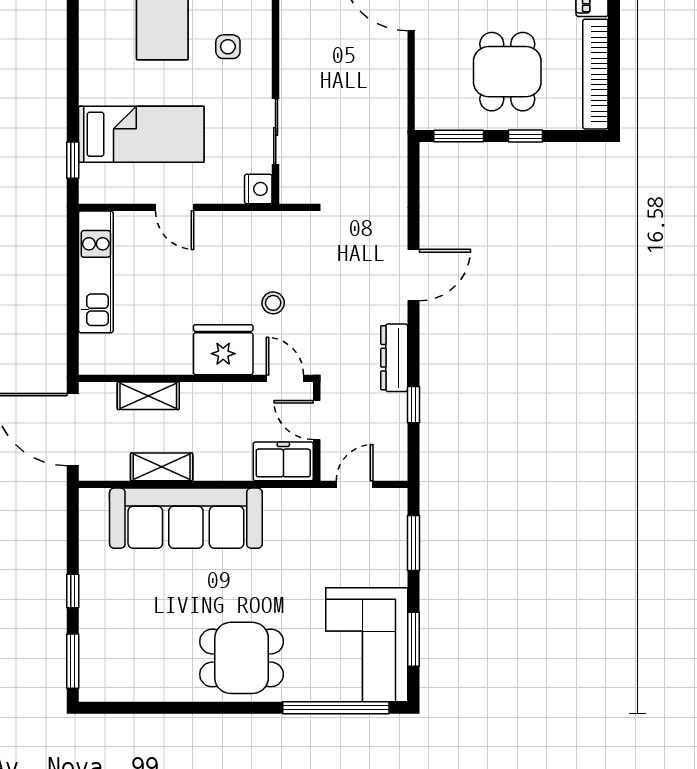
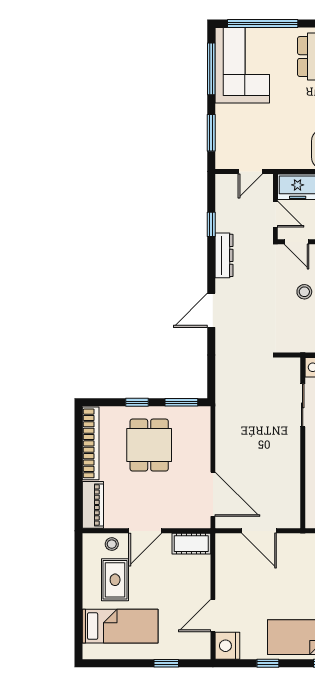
window: (413, 639) -> (211, 69), width x1.44

